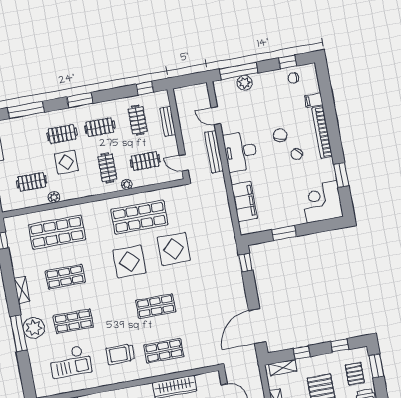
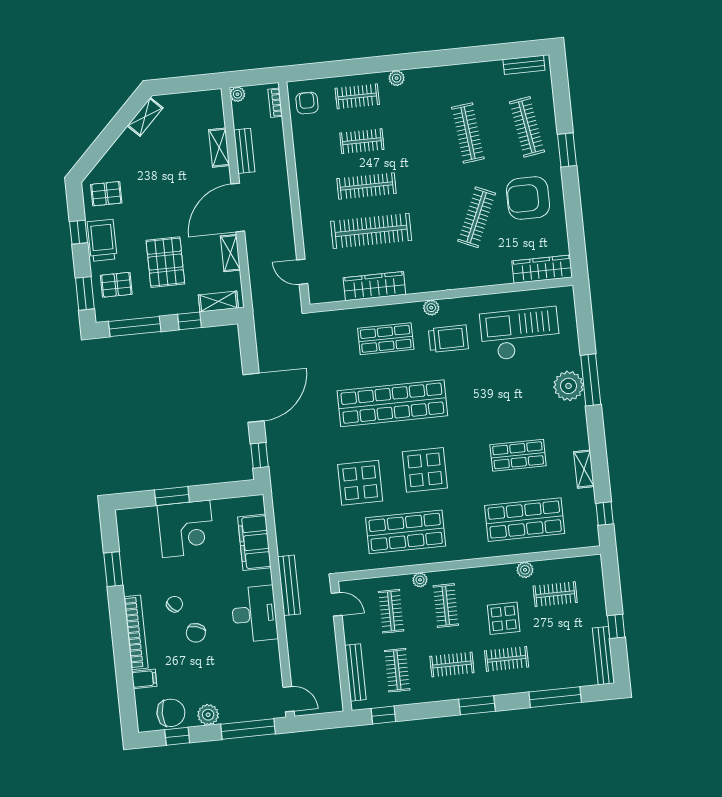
chair: (293, 78) -> (171, 713), width x1.87, depth x1.87
plant: (245, 83) -> (208, 715), moved
door: (216, 116) -> (289, 699), moved
bench: (168, 121) -> (355, 672), width x1.36
bench: (214, 152) -> (289, 585), moved
clothes rail: (145, 161) -> (391, 611), turned 90
corner desk: (322, 202) -> (186, 529), moved
window: (284, 233) -> (172, 496), moved
shelving: (22, 290) -> (584, 469), moved
shop shelf: (156, 306) -> (392, 403), width x2.00, depth x1.36
shop shelf: (73, 321) -> (511, 391), removed
door: (257, 326) -> (254, 398), moved
window: (340, 346) -> (135, 327), width x2.17
checkout: (70, 362) -> (520, 334), width x1.36, depth x1.21
pallet: (355, 374) -> (116, 285), turned 90
plant: (134, 375) -> (431, 308), added

